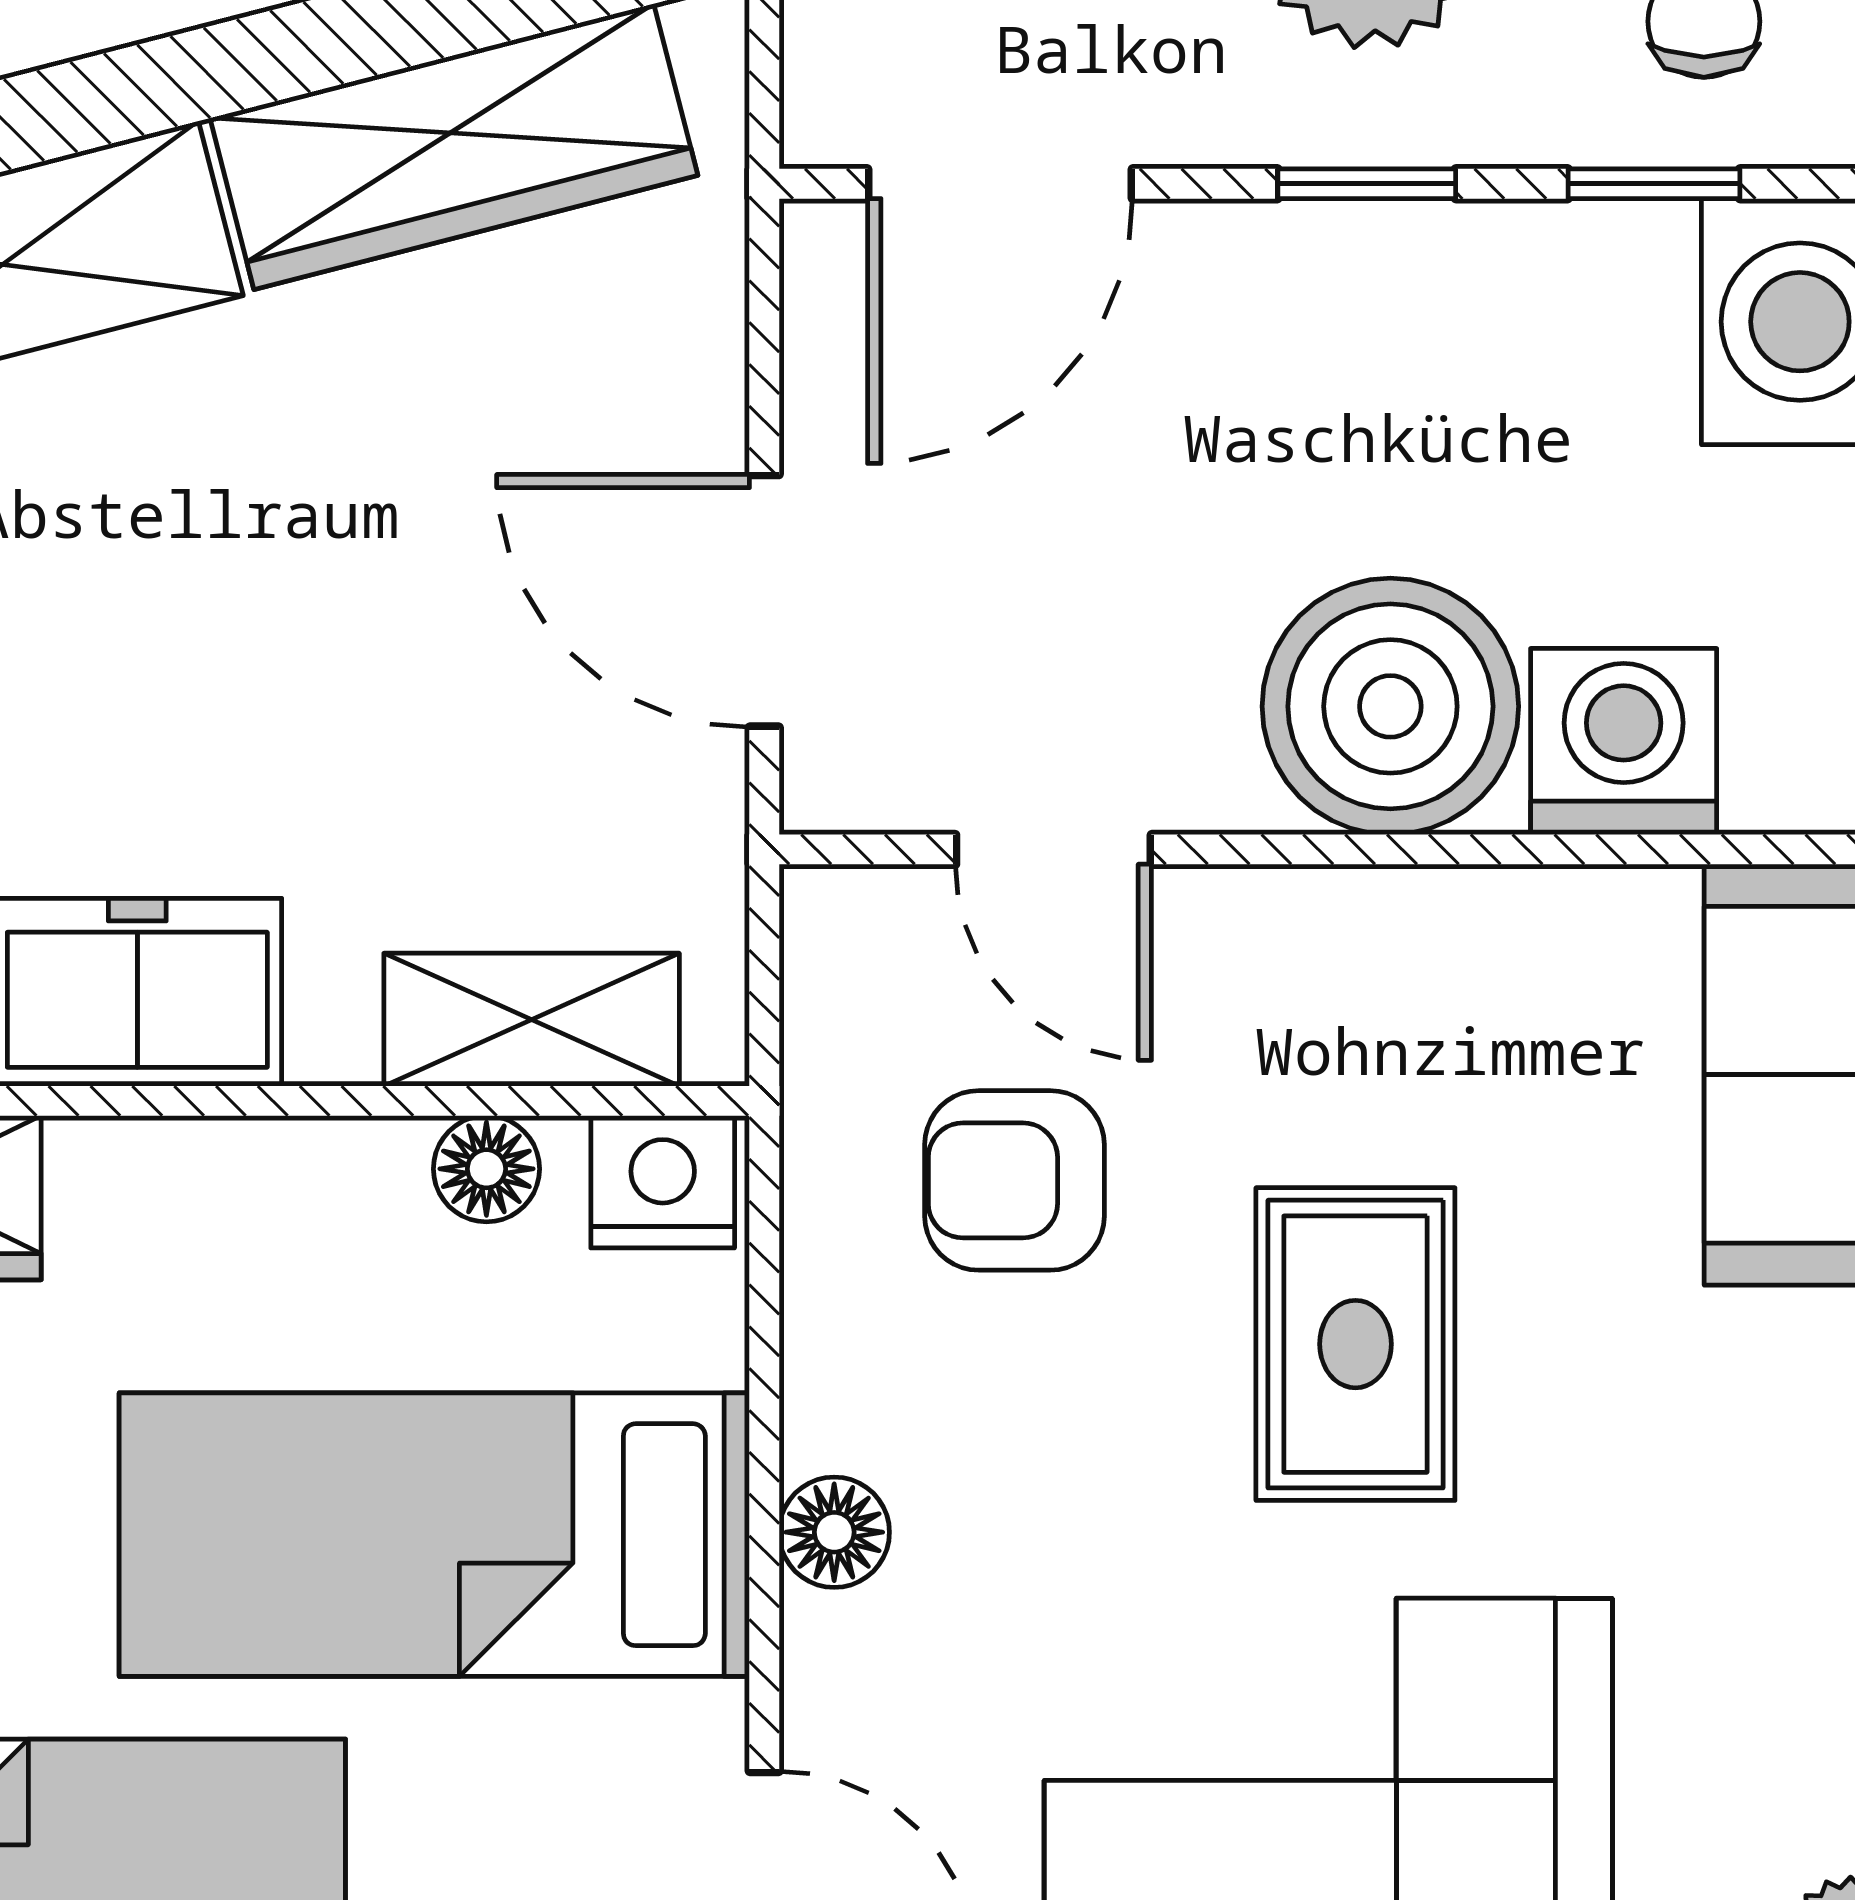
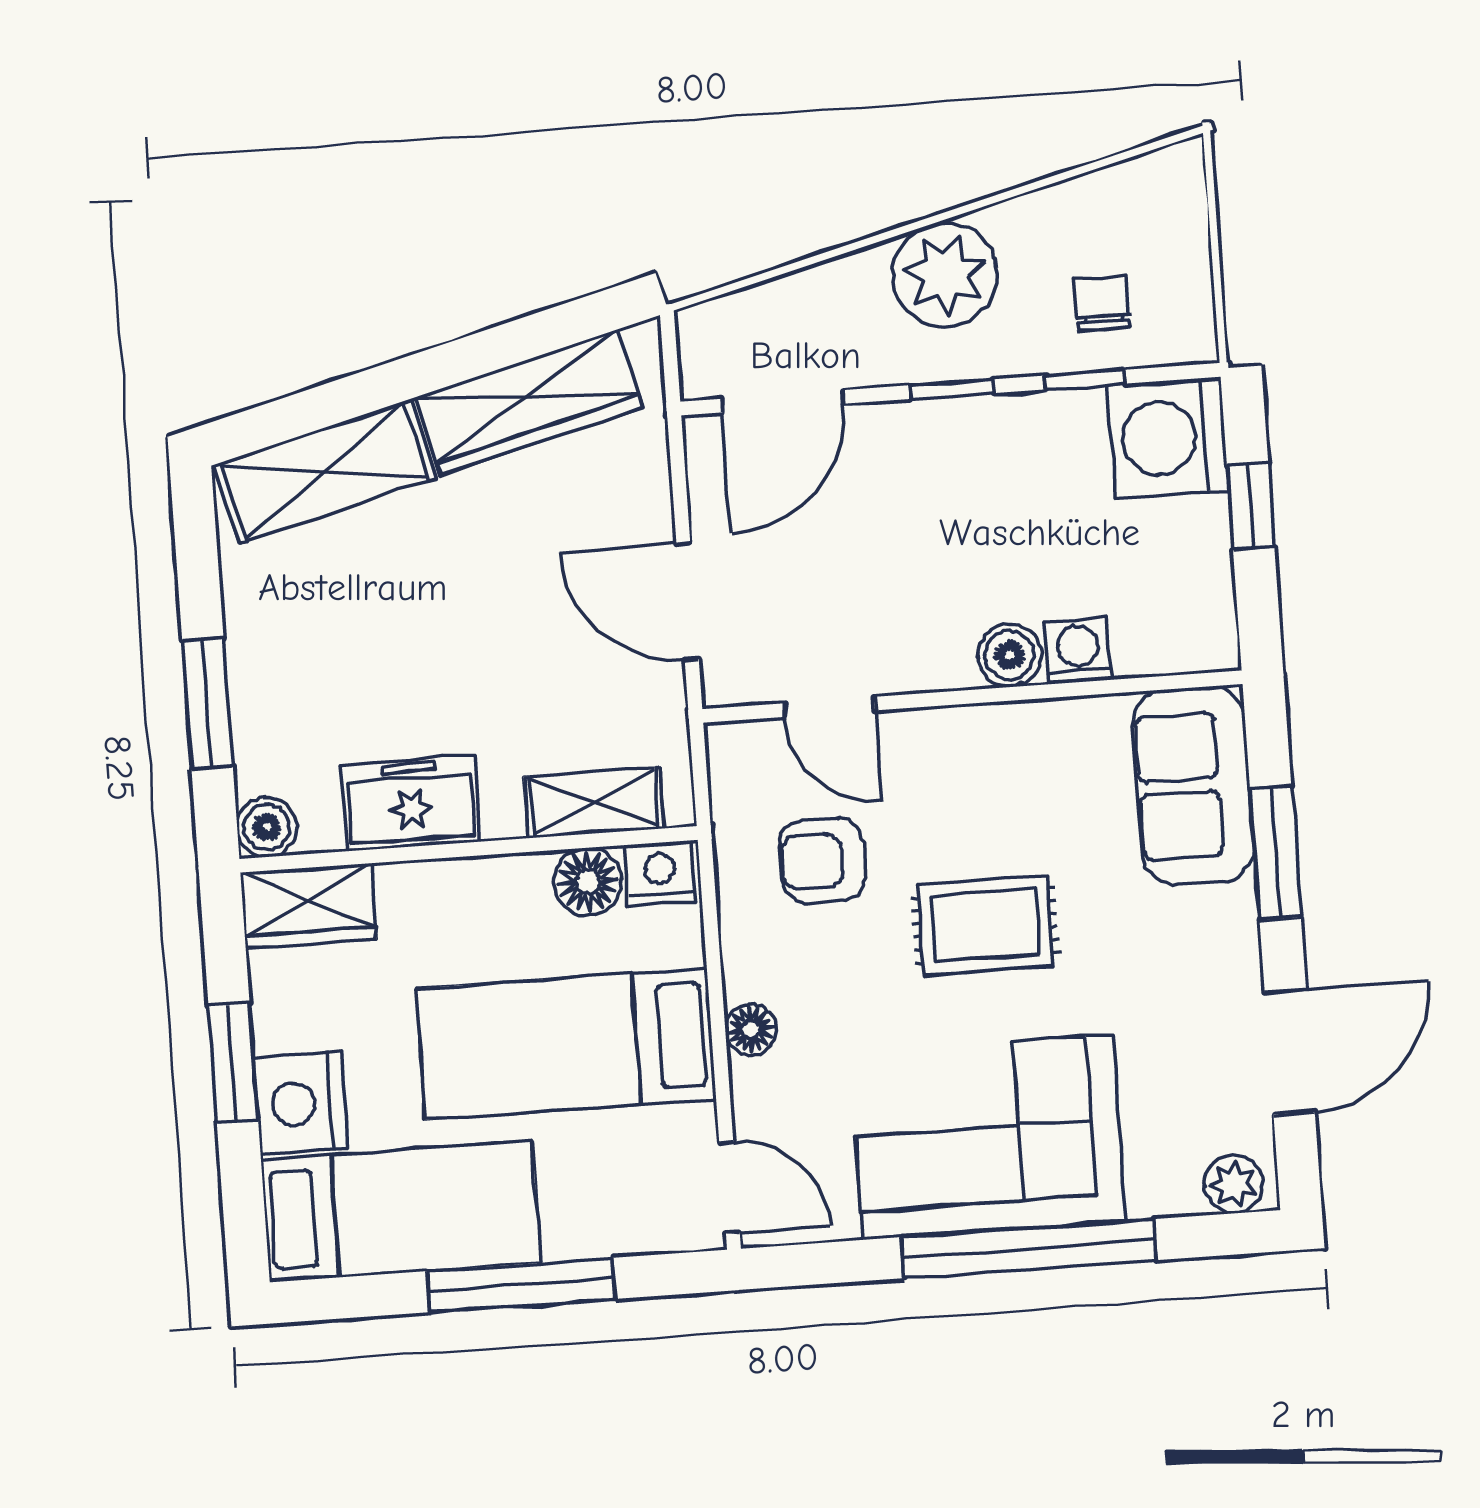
boiler: (1390, 706) -> (1010, 655), width x0.54, depth x0.54
washing machine: (1624, 742) -> (1078, 651), width x0.73, depth x0.73
floor lamp: (486, 1169) -> (588, 882), width x1.37, depth x1.37
rug: (1355, 1344) -> (985, 925), turned 90

